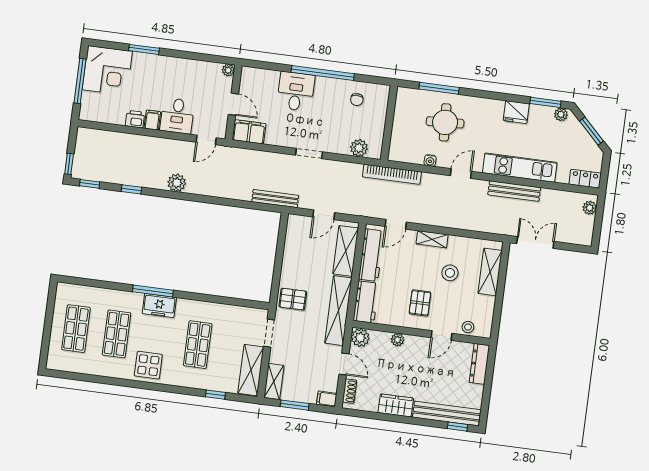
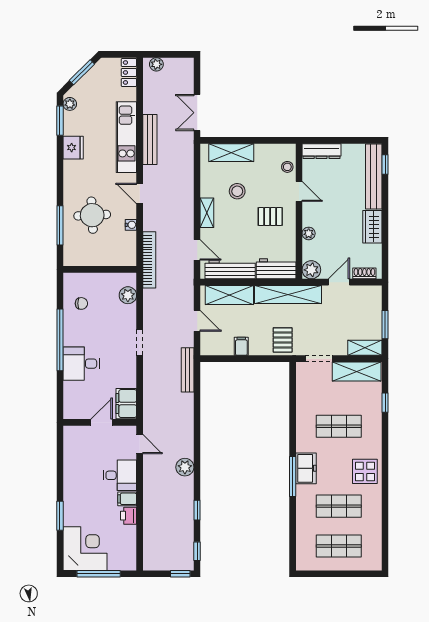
plant: (228, 70) -> (69, 432), removed
filing cabinet: (327, 399) -> (241, 346), moved, turned 180

